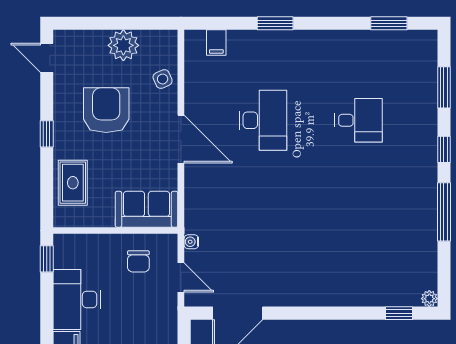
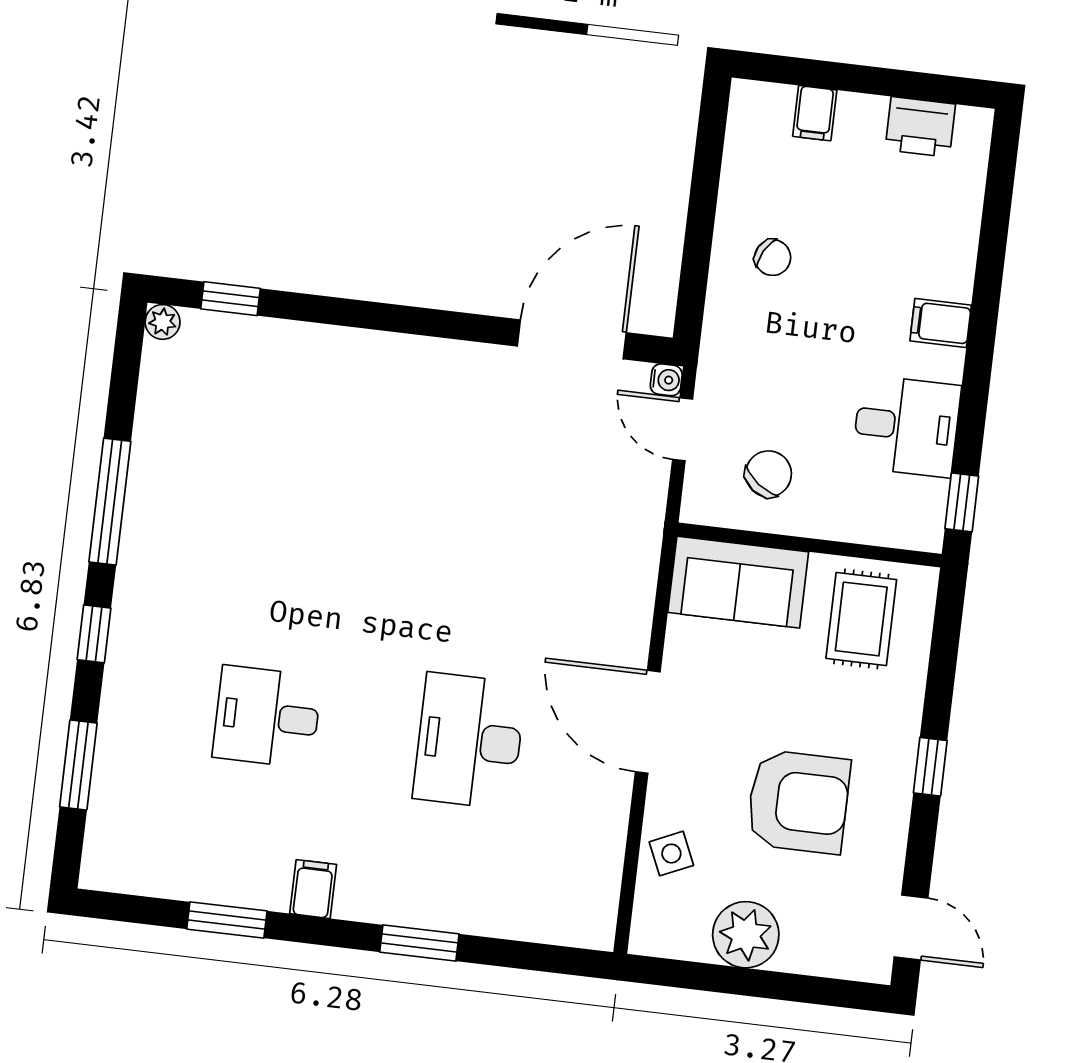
window: (389, 23) -> (227, 920), moved
filing cabinet: (216, 43) -> (313, 889), moved
armchair: (106, 110) -> (798, 802), turned -90
rug: (73, 183) -> (861, 619), moved
water cooler: (191, 242) -> (666, 380), moved
chair: (138, 261) -> (769, 474), turned 37
desk: (77, 300) -> (906, 426), width x0.73

